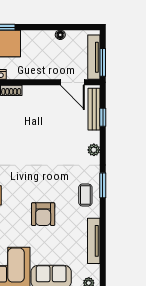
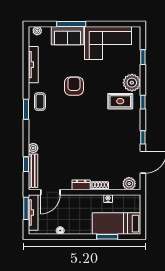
door: (72, 82) -> (50, 192), swing flipped
dresser: (34, 92) -> (81, 185), added
plant: (94, 150) -> (33, 148), moved

